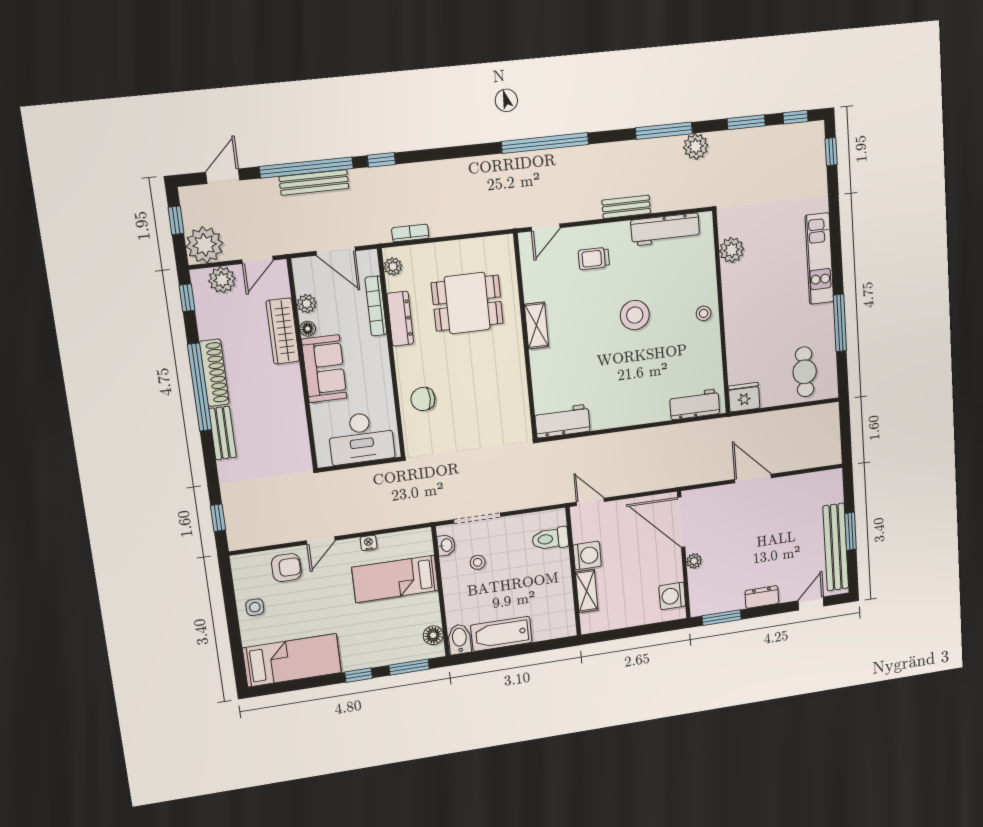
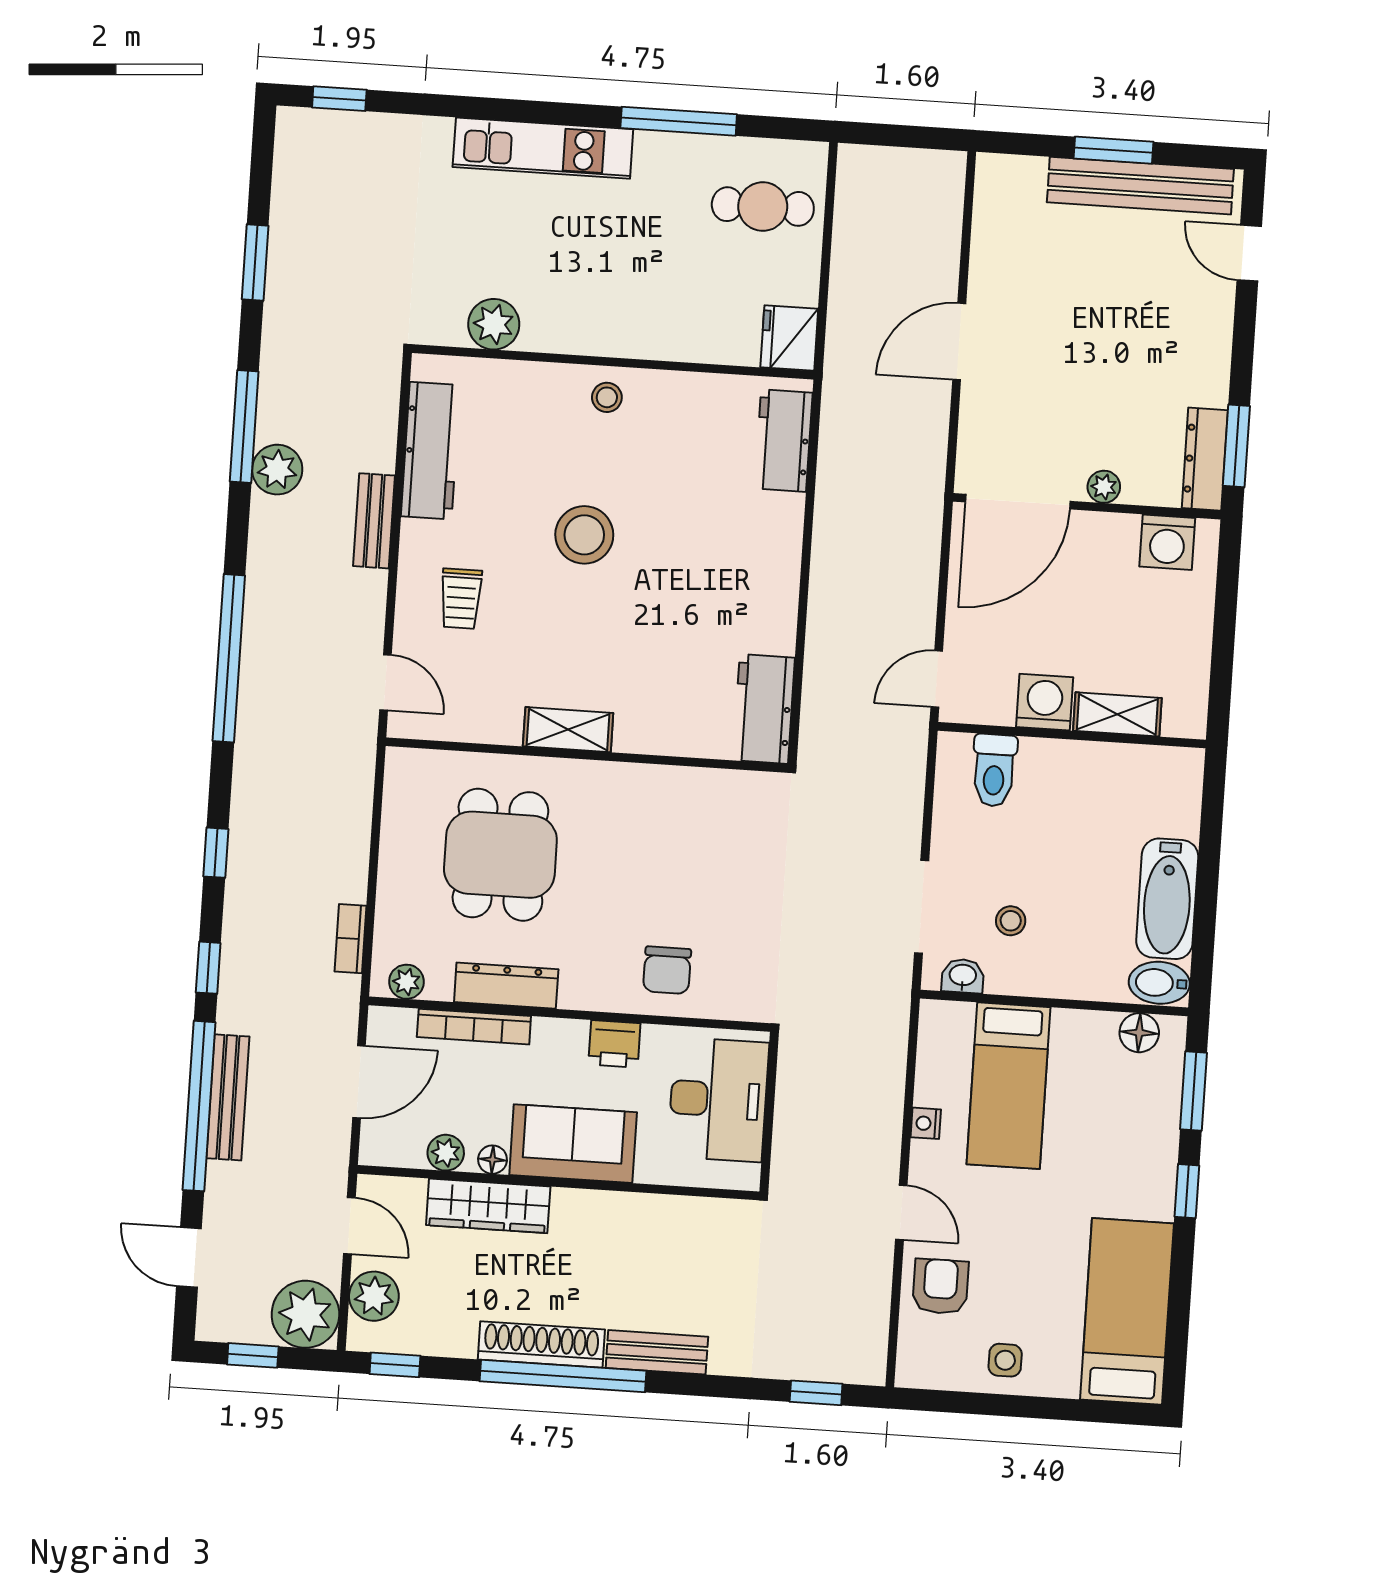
window: (796, 117) -> (216, 853), moved
plant: (696, 146) -> (277, 470), moved
printer: (380, 380) -> (614, 1044), added
dresser: (762, 597) -> (1205, 459), moved, width x1.44

